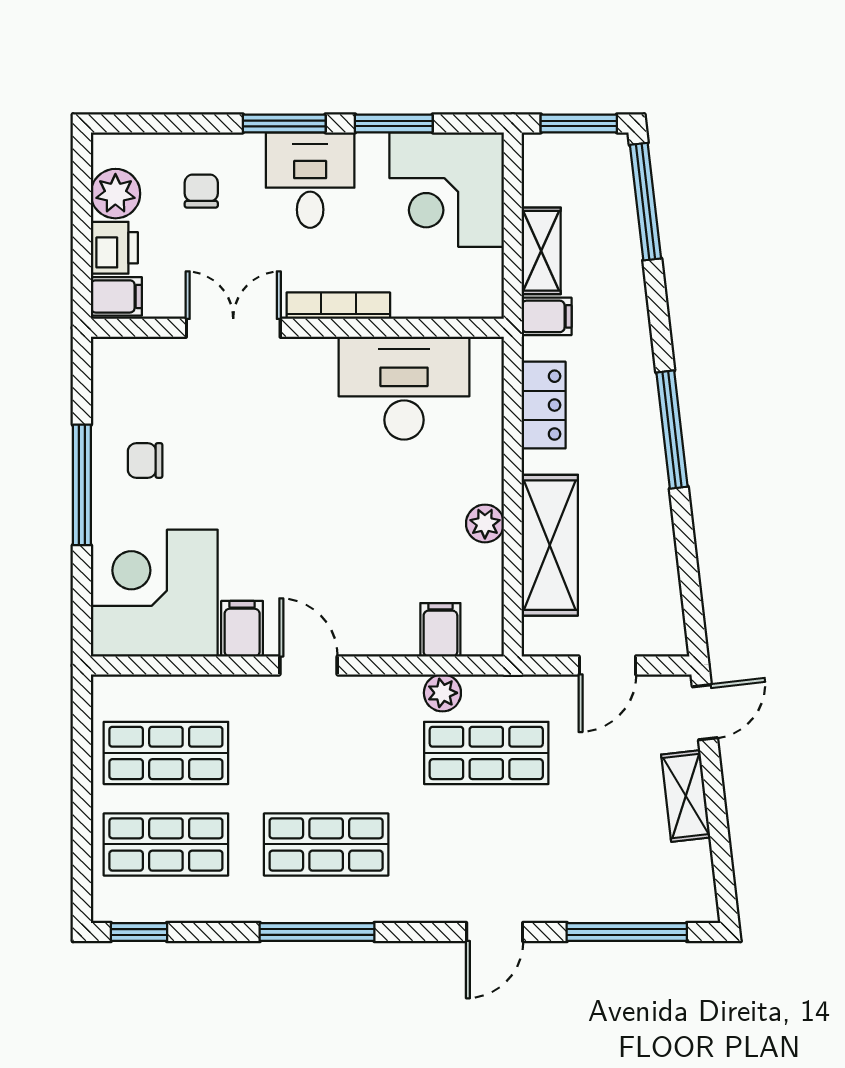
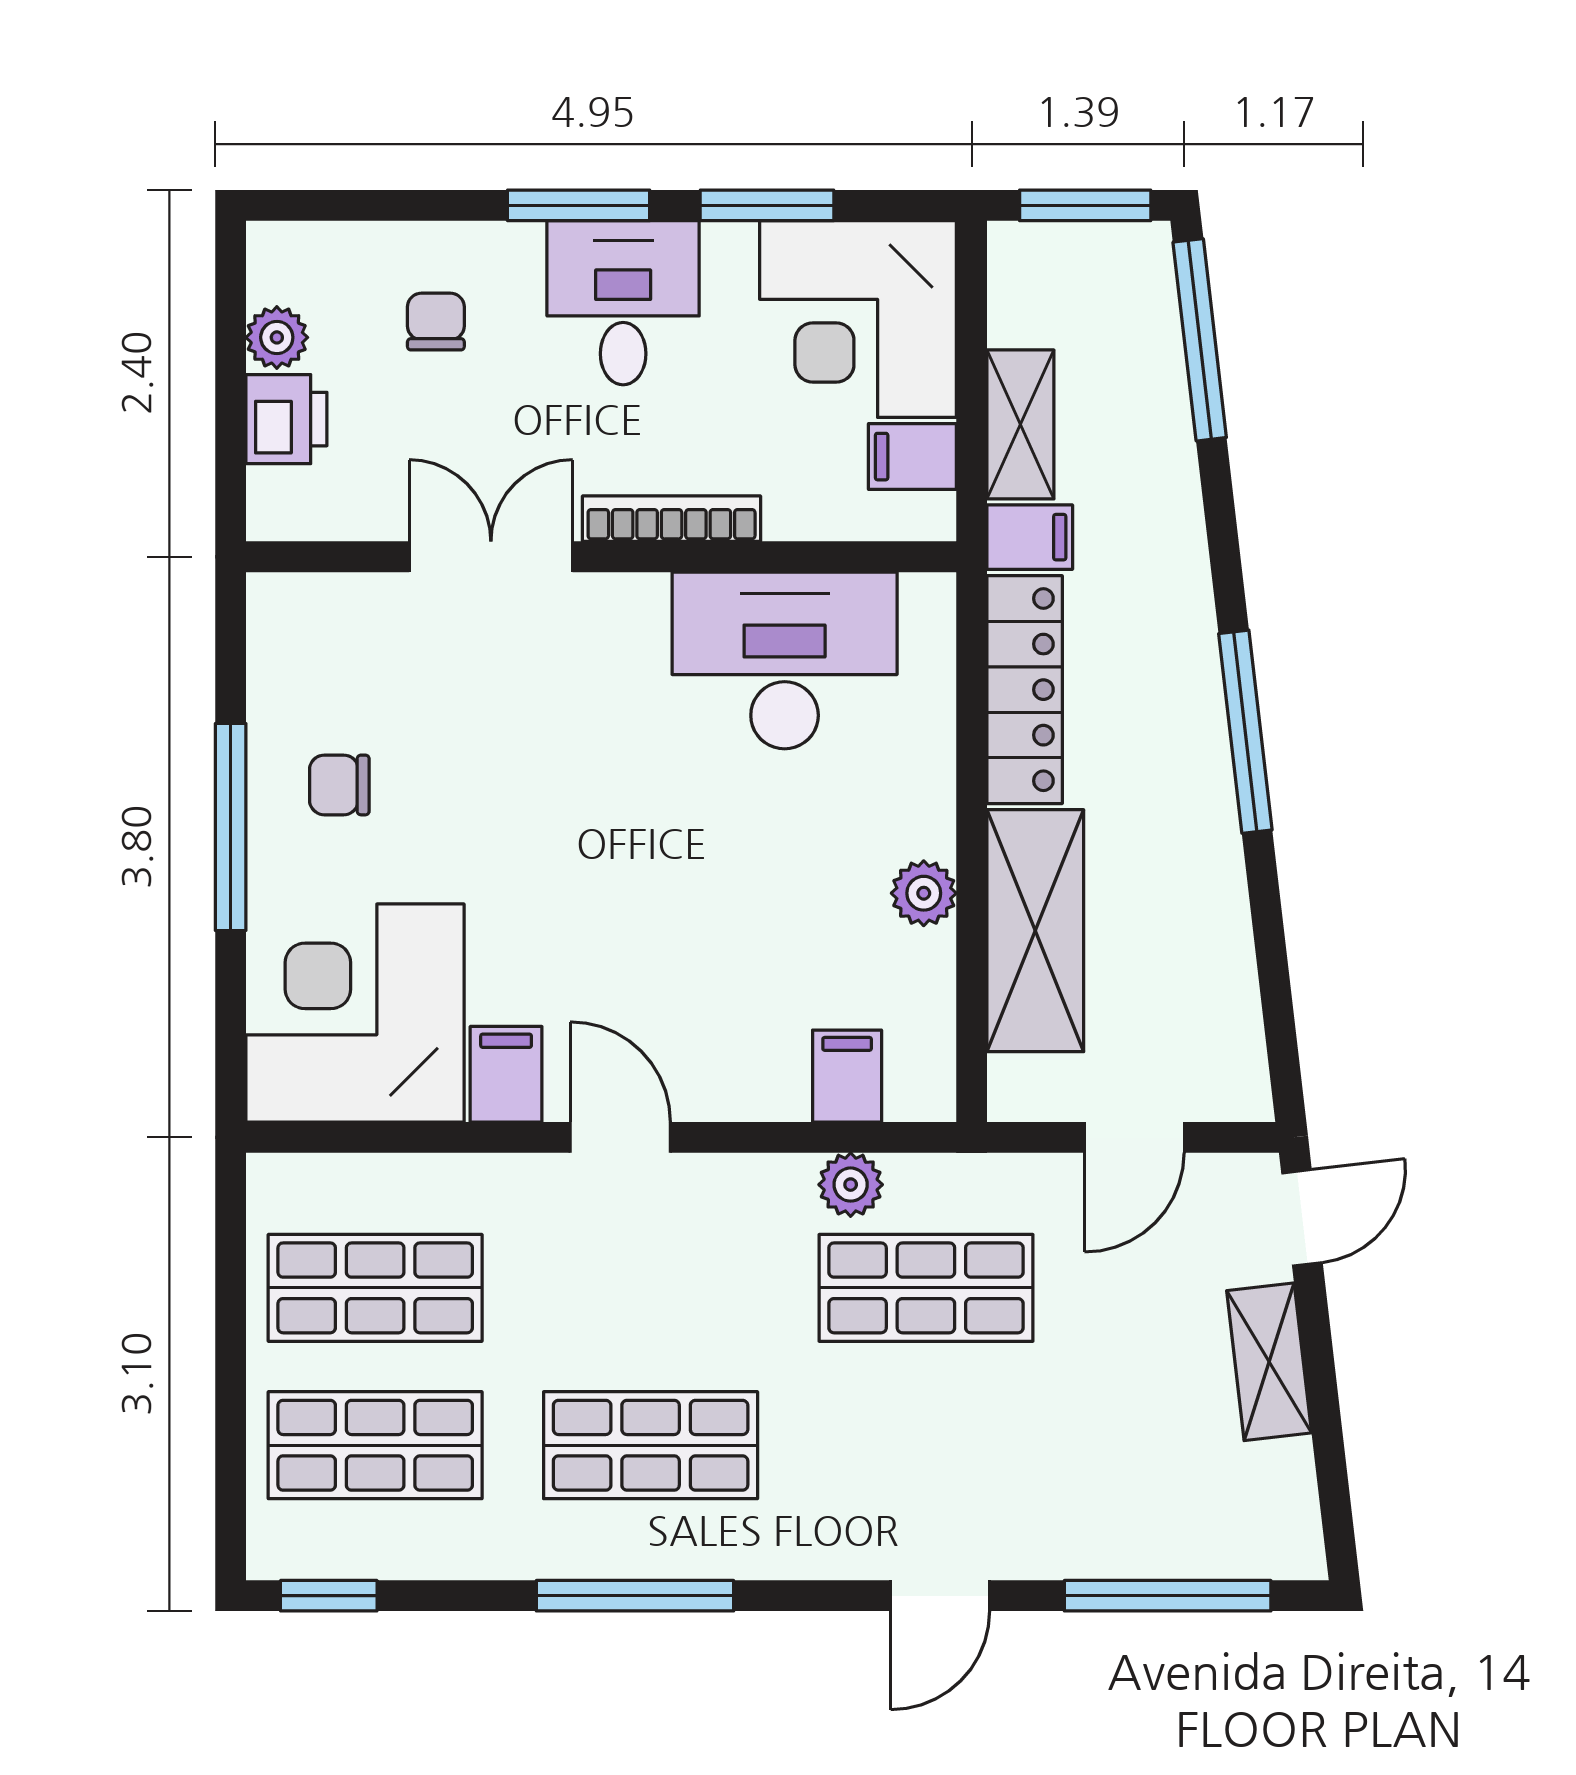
plant: (115, 194) -> (277, 337), width x0.73, depth x0.73
filing cabinet: (116, 296) -> (912, 457), moved, turned 180
locker: (544, 405) -> (1025, 690), width x1.53

